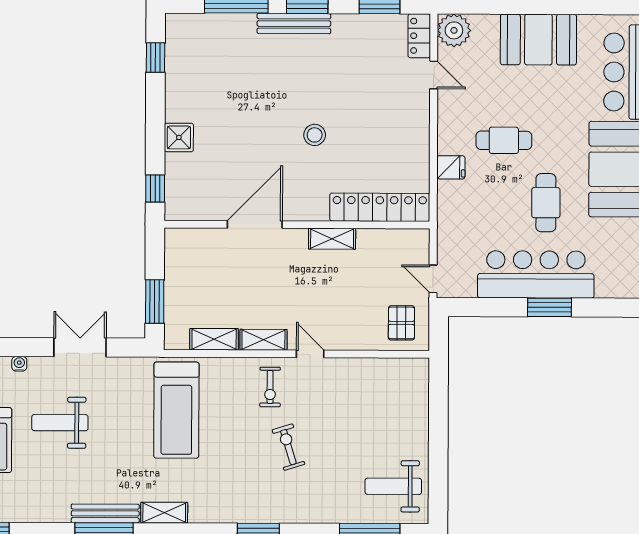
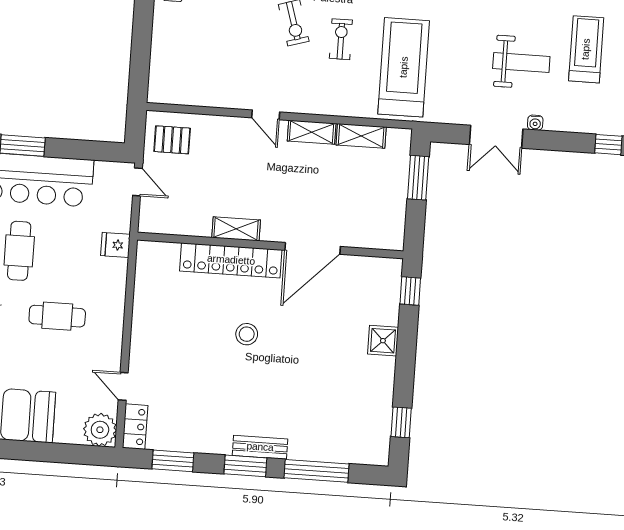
bench: (294, 24) -> (260, 447), width x0.73
fridge: (451, 167) -> (116, 245), moved
locker: (380, 207) -> (231, 260), moved
pallet: (401, 323) -> (172, 140), turned 90
water cooler: (19, 364) -> (535, 123), moved
exercise bike: (270, 387) -> (341, 39), moved

